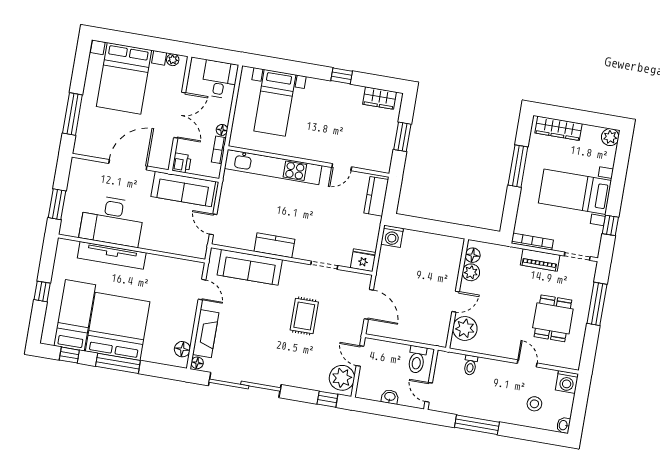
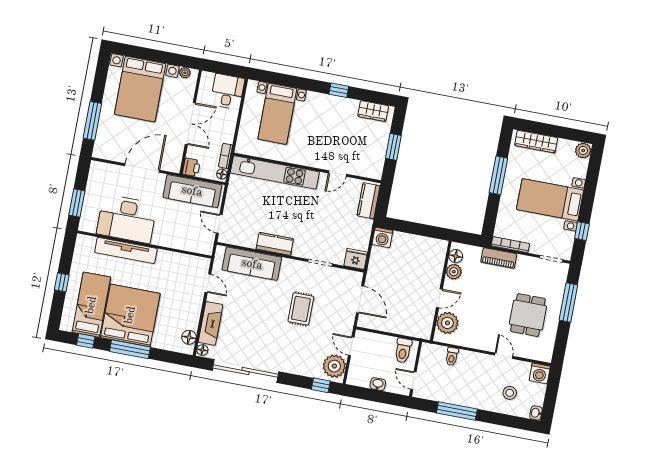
floor lamp: (222, 130) -> (222, 174), moved
piano: (540, 260) -> (499, 258), moved

